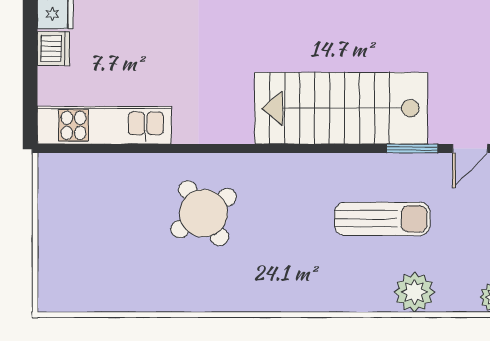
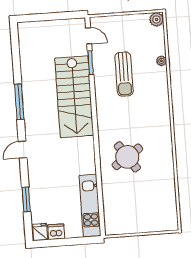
sun lounger: (382, 219) -> (124, 74), turned 180
plant: (414, 292) -> (161, 61), width x0.53, depth x0.53

